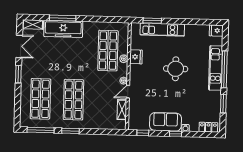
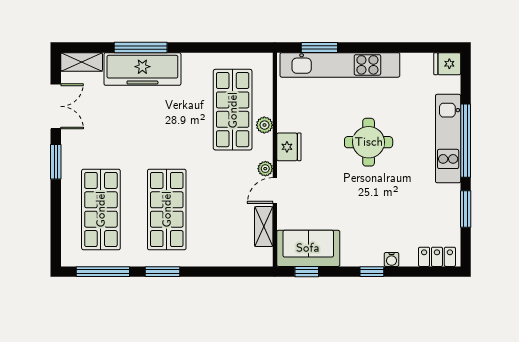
kitchen unit: (162, 30) -> (340, 65), width x1.36
fridge: (136, 57) -> (289, 147), moved
sofa: (165, 122) -> (308, 248), moved

